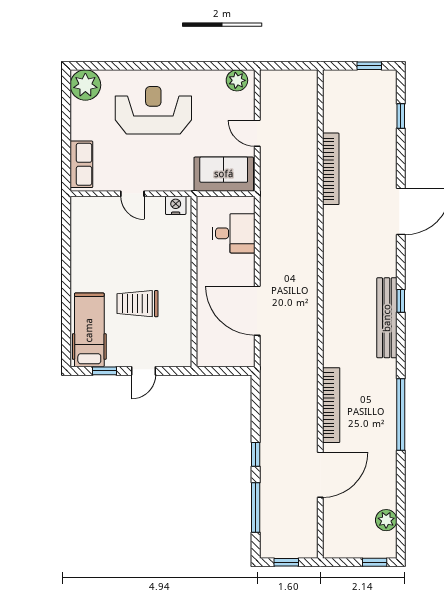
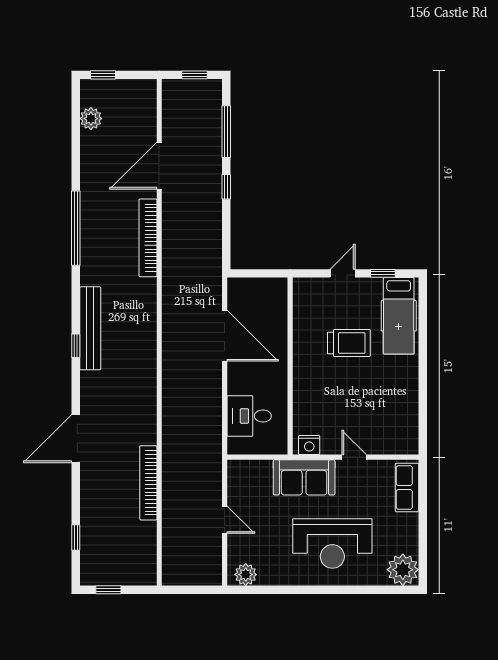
sofa: (224, 174) -> (304, 477), moved

